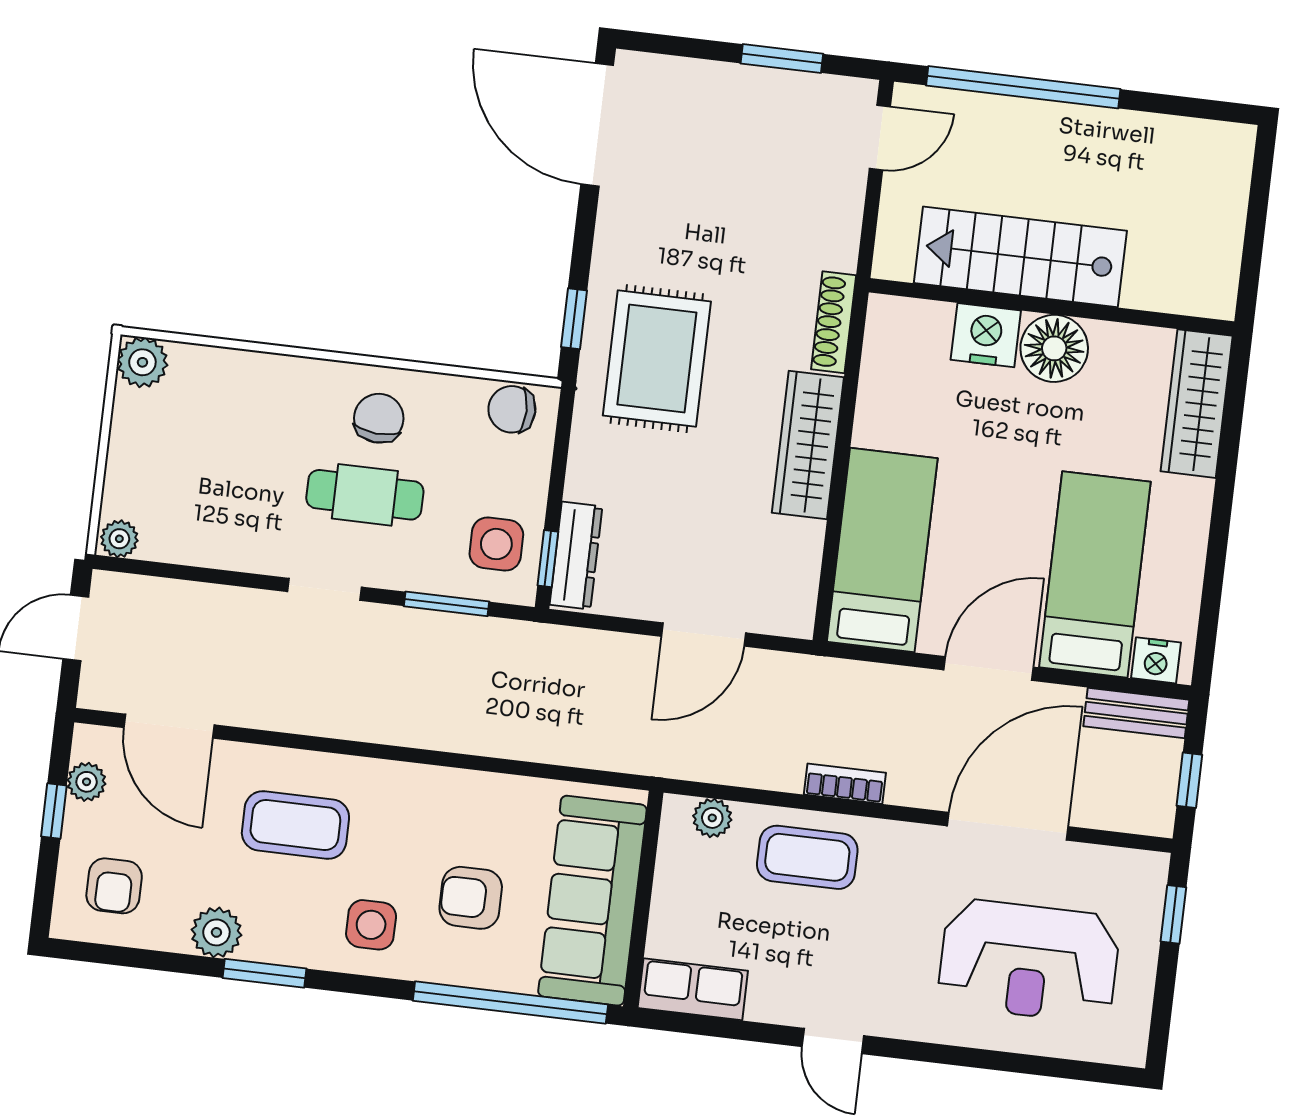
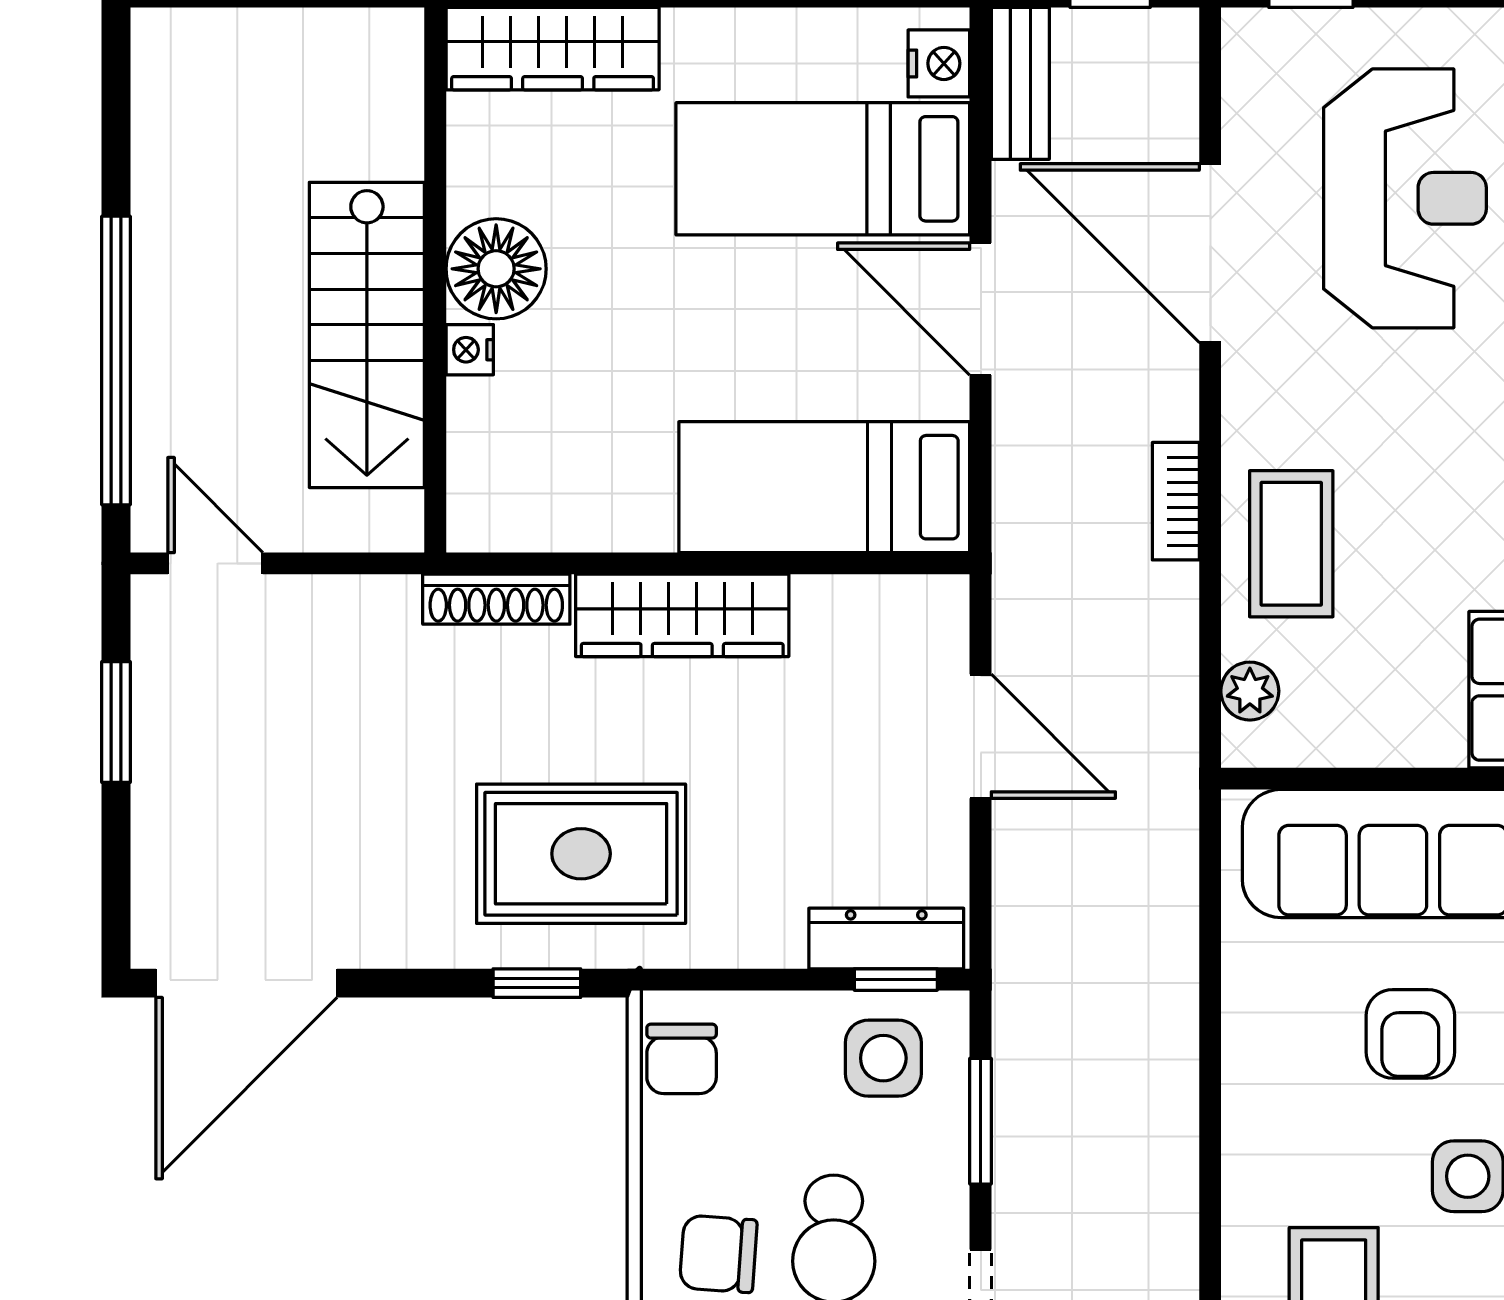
nightstand: (986, 335) -> (470, 350), width x0.53, depth x0.56

